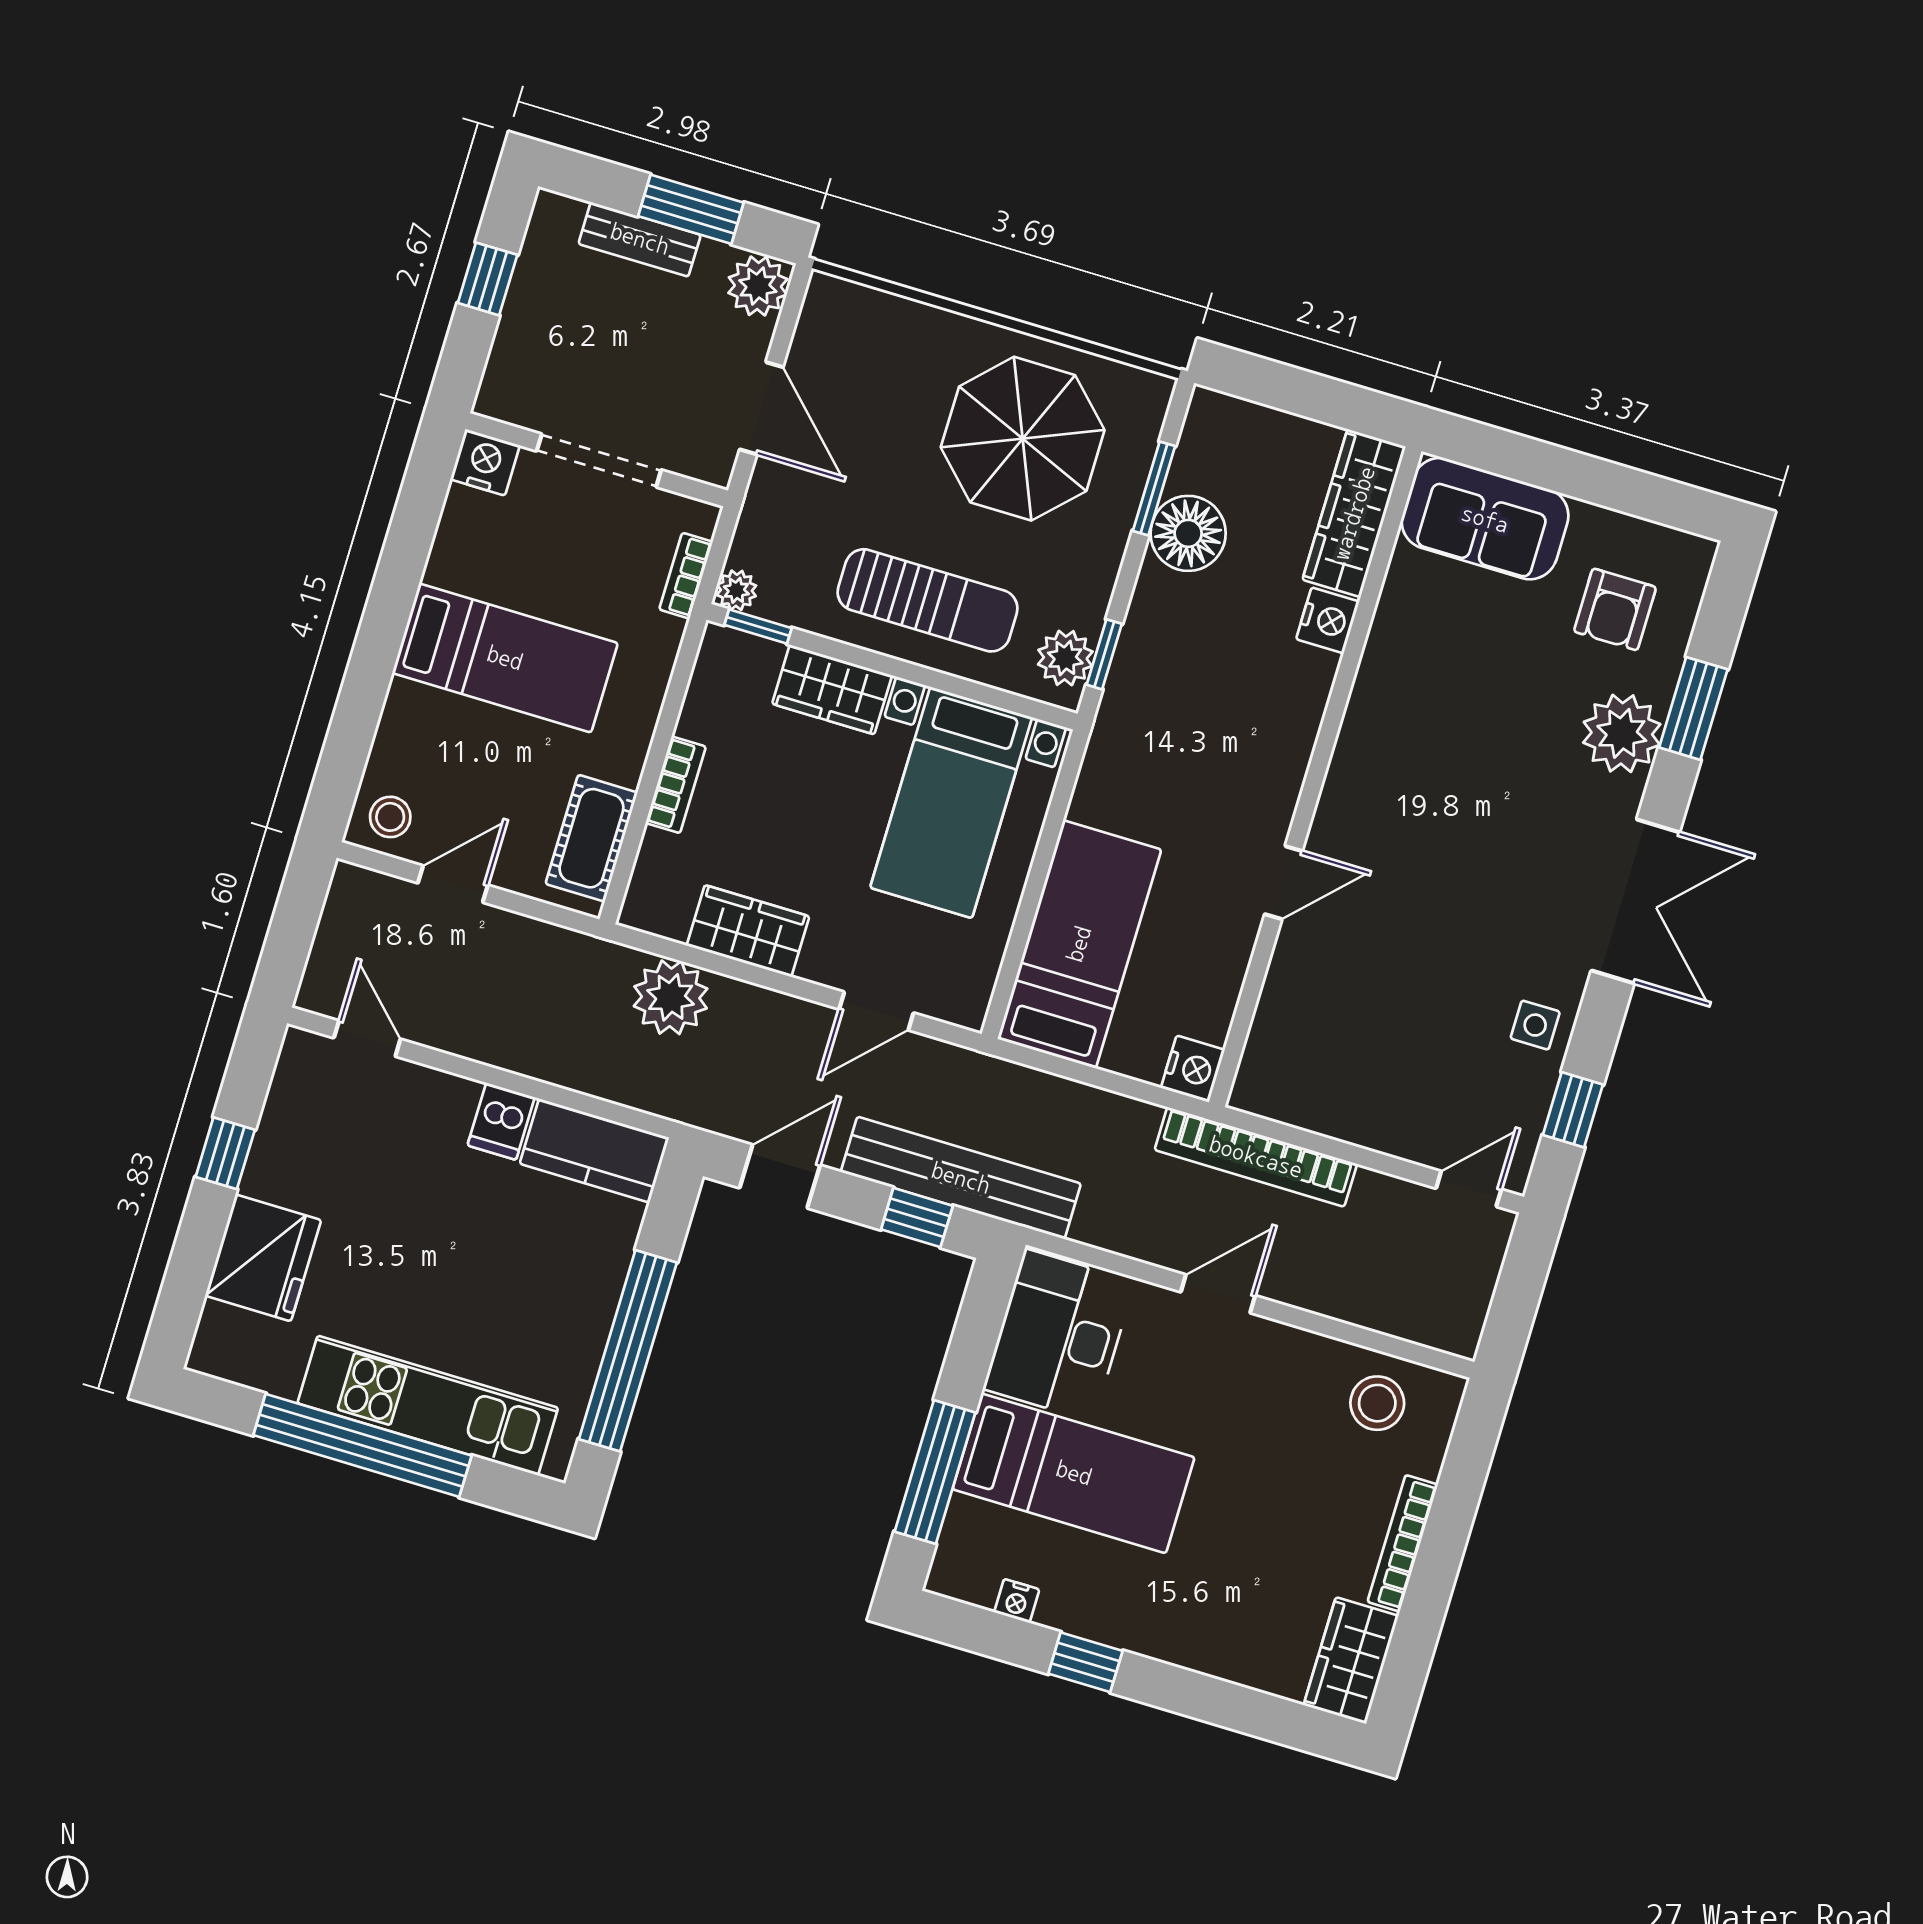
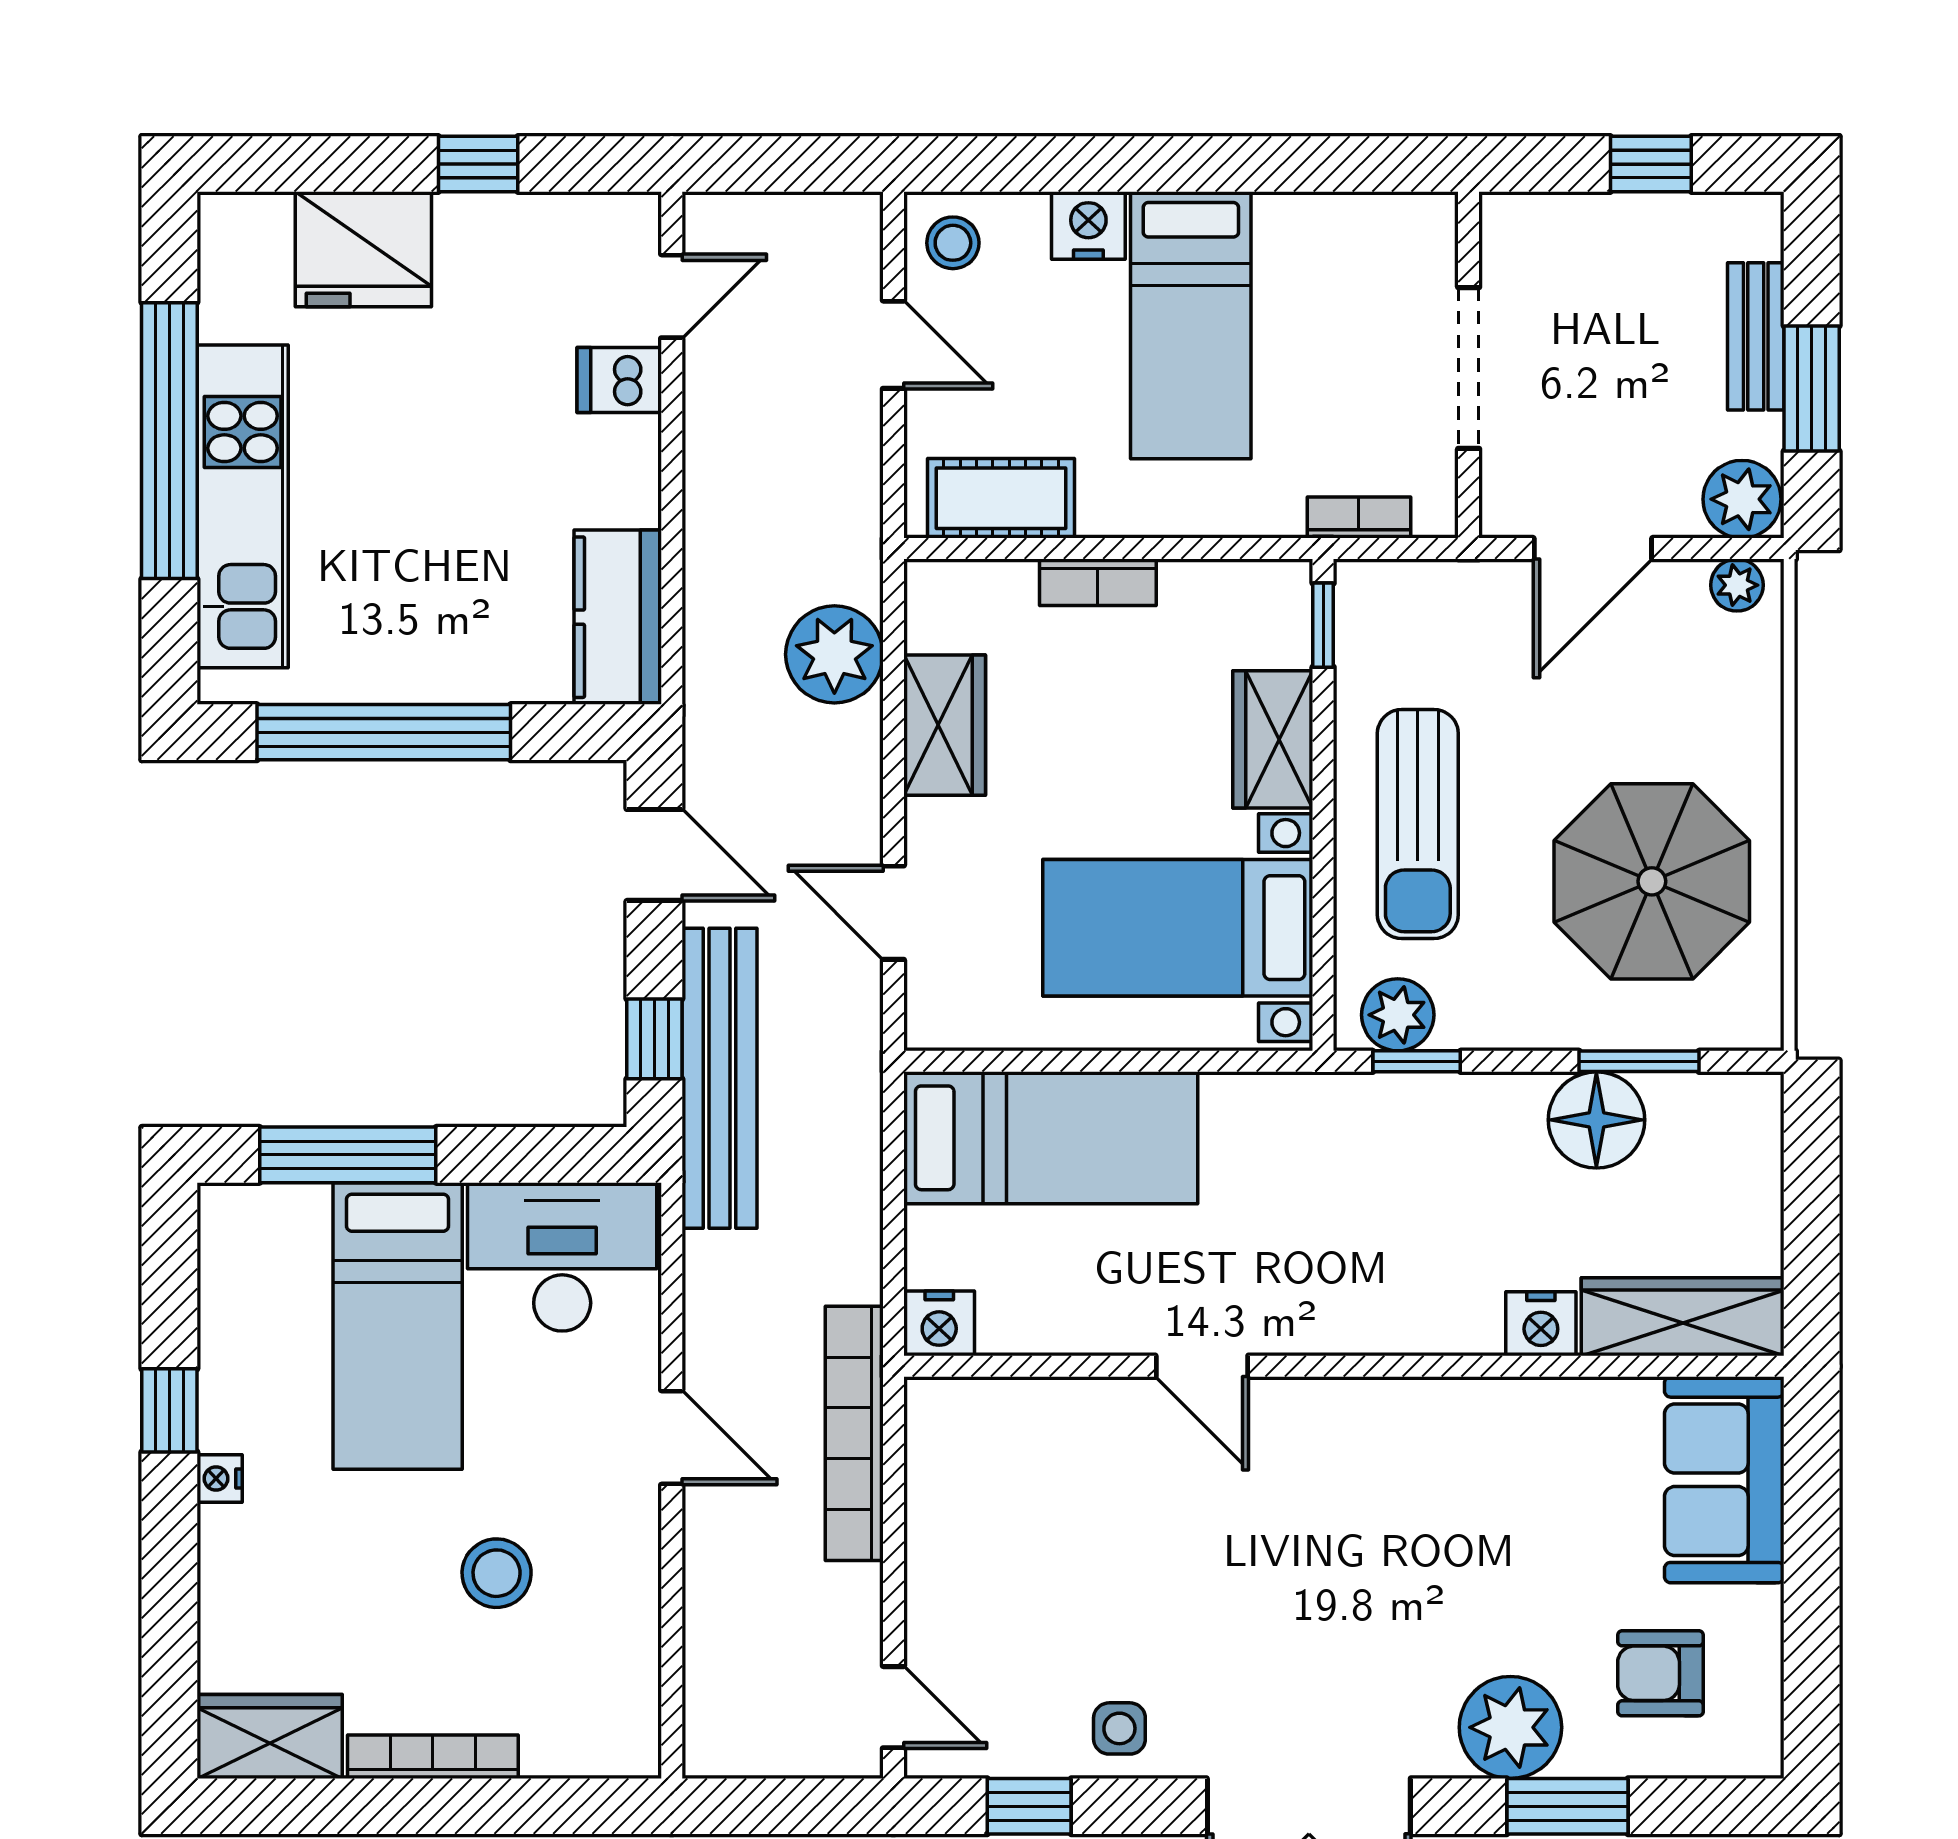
nightstand: (485, 462) -> (1088, 226), moved, turned -90
plant: (736, 590) -> (1737, 585), moved
dishwasher: (501, 1121) -> (619, 380), moved
stool: (1377, 1403) -> (497, 1573), moved
nightstand: (1017, 1601) -> (220, 1479), moved

